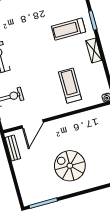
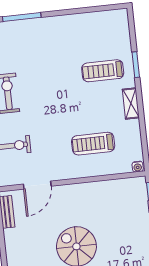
treadmill: (70, 86) -> (93, 144), turned -90

